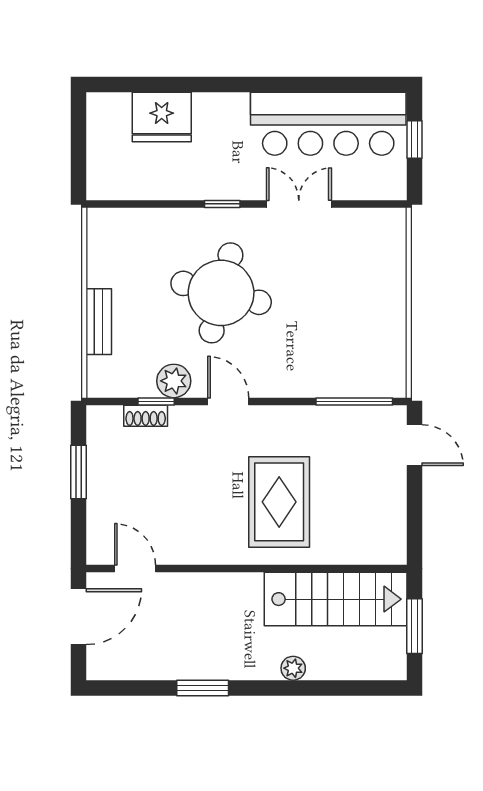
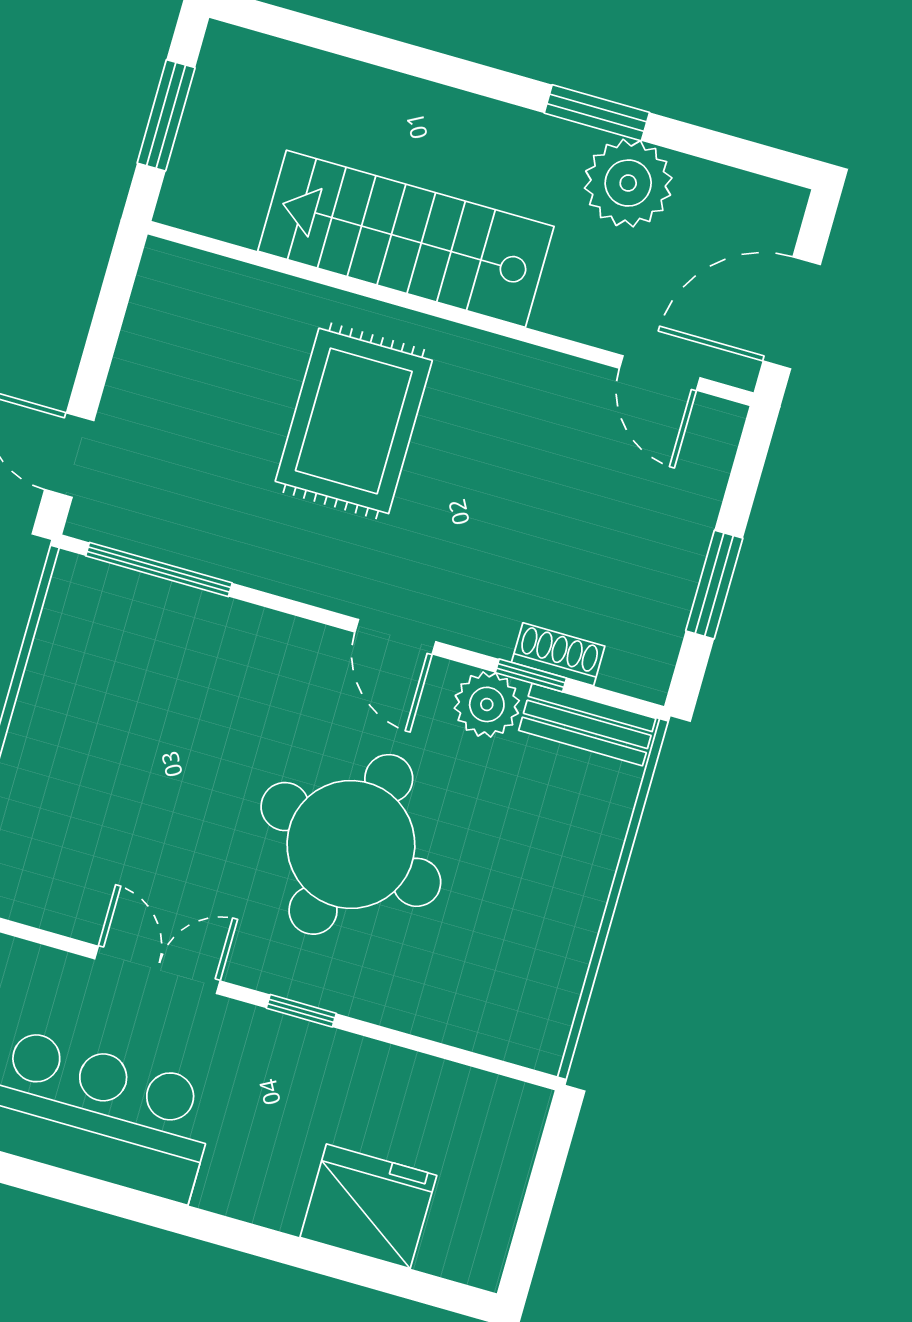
double door: (299, 204) -> (157, 970), swing flipped
bench: (99, 322) -> (587, 724), moved, turned 90
stairs: (336, 599) -> (406, 239), moved
plant: (293, 668) -> (628, 183), moved, width x1.88, depth x1.88

